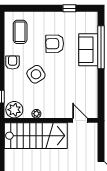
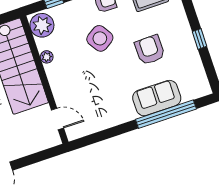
window: (69, 8) -> (200, 39), moved
door: (80, 120) -> (58, 119), hinge flipped

